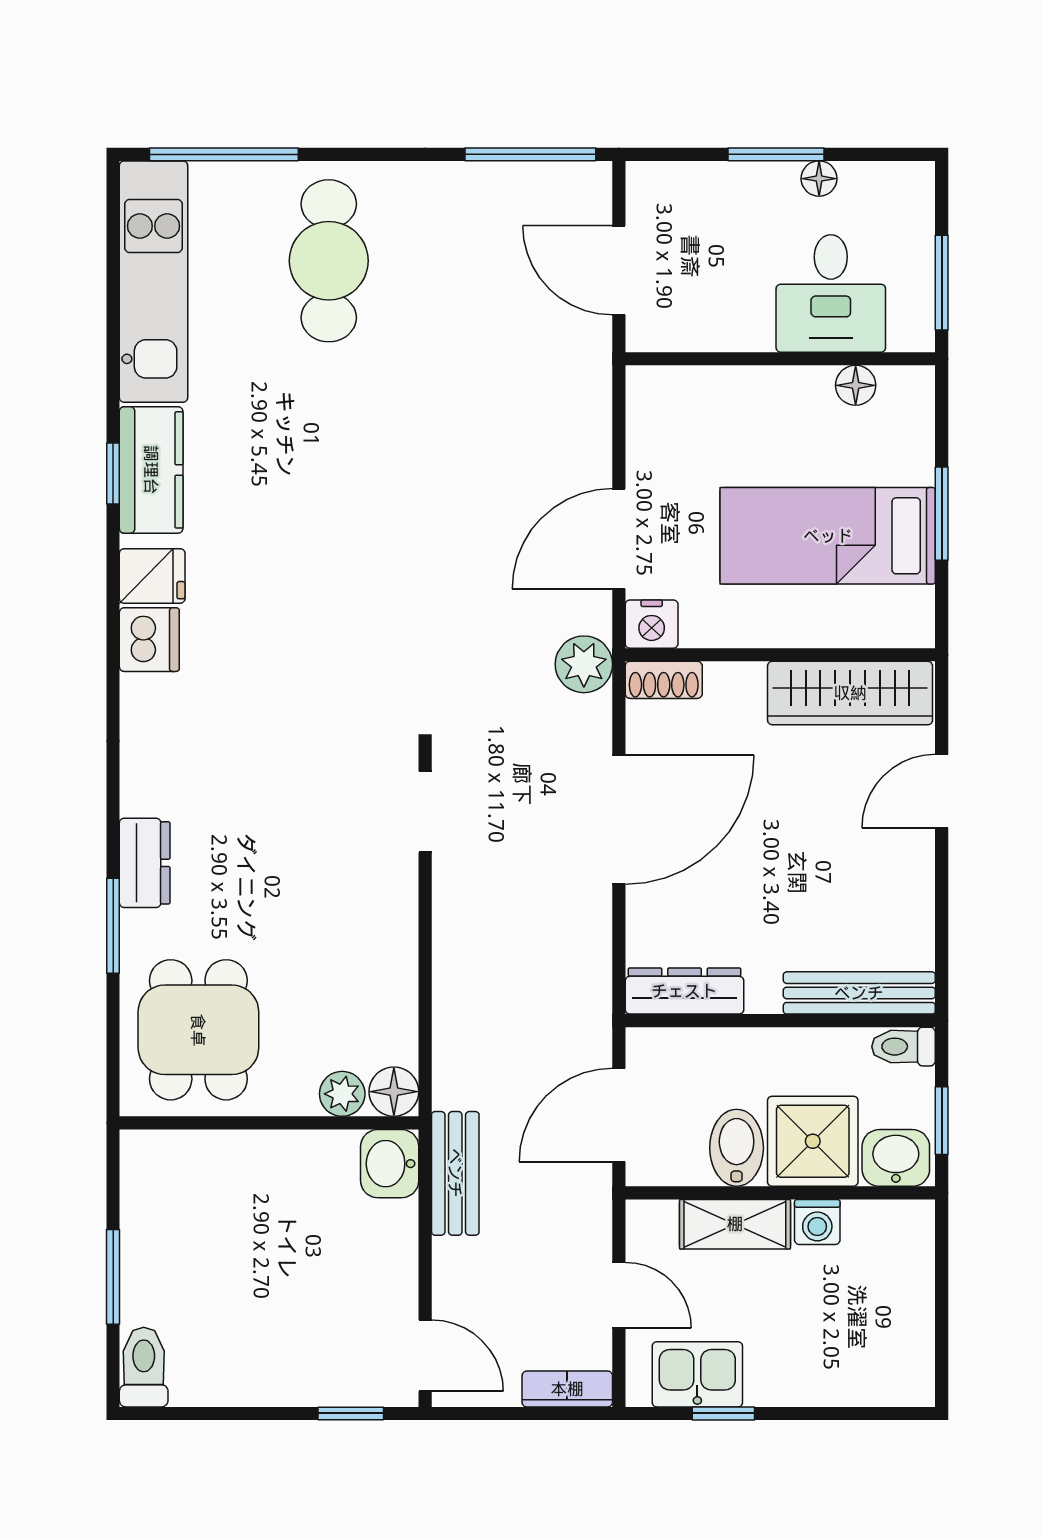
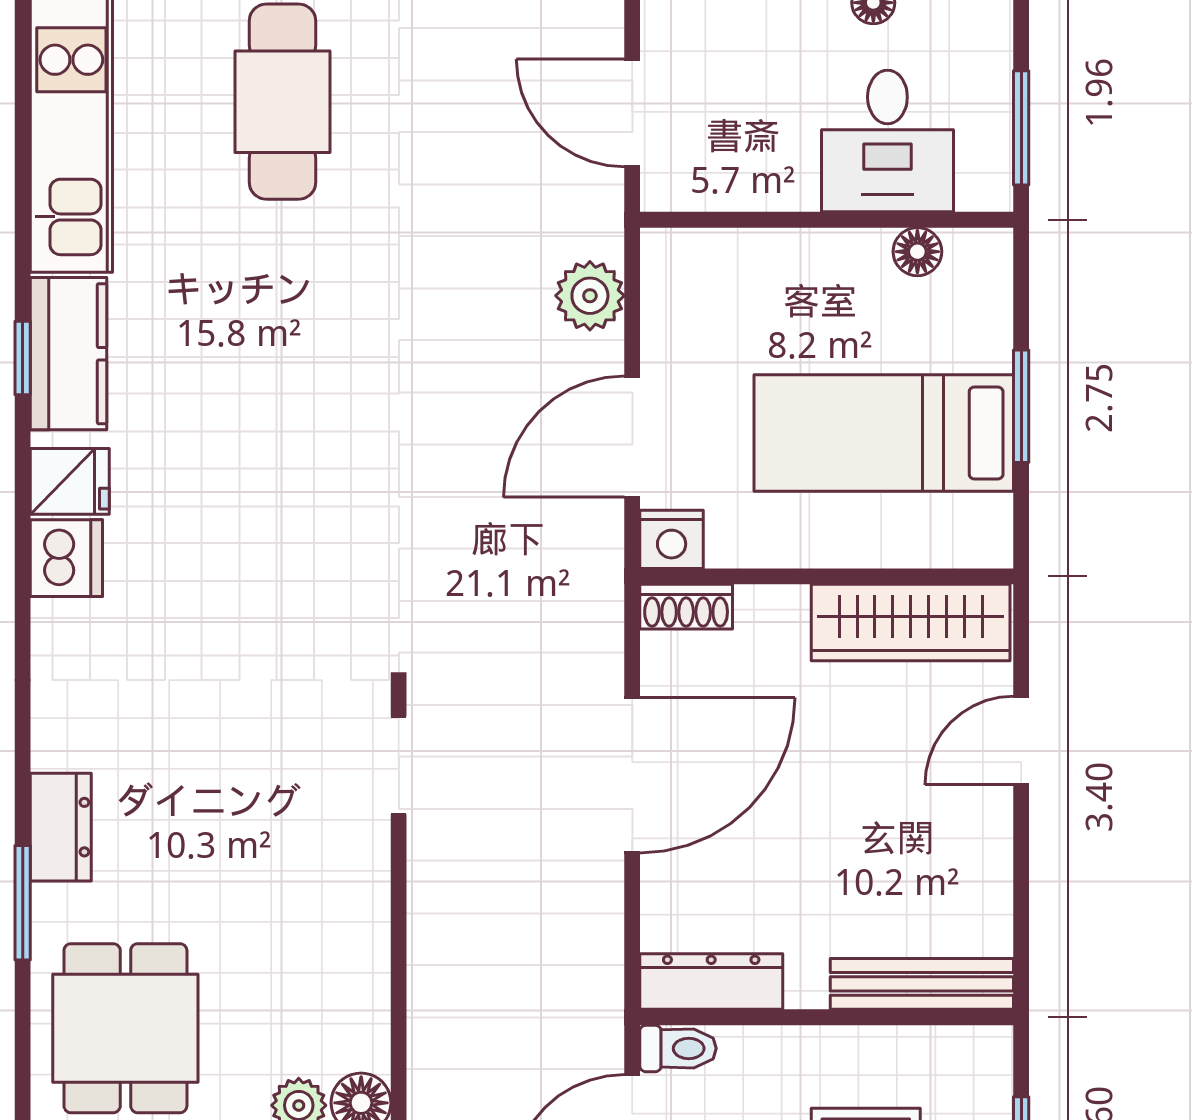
plant: (584, 664) -> (590, 296), moved
toilet: (904, 1047) -> (678, 1048), moved, turned 180

